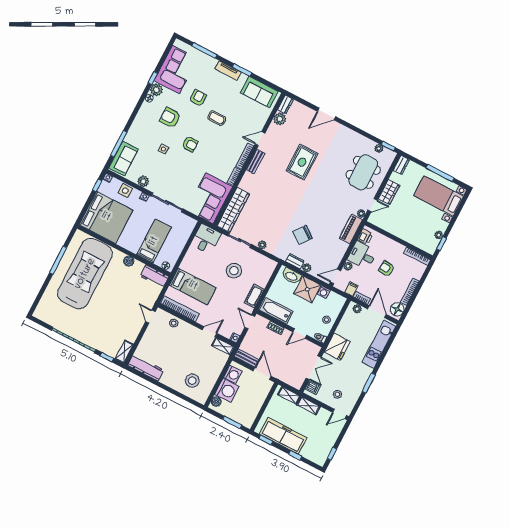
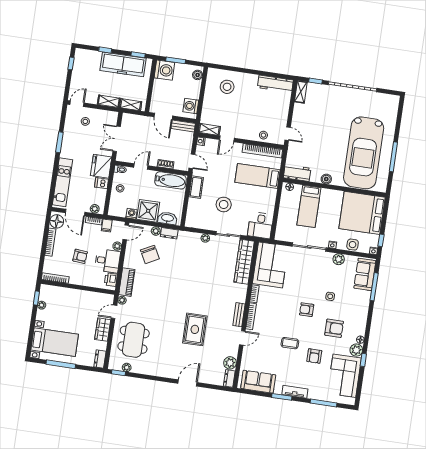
chair: (303, 235) -> (150, 254), moved, turned 115
dishwasher: (313, 388) -> (102, 183), moved
washing machine: (227, 390) -> (164, 70), moved, turned 180

